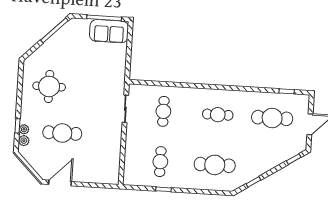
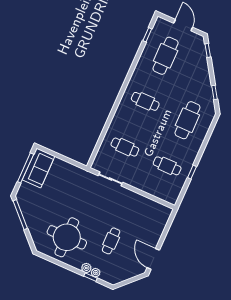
round table: (49, 86) -> (67, 237), width x1.36, depth x1.36
cafe table: (218, 115) -> (145, 101), turned 90
cafe table: (62, 133) -> (111, 241), width x0.73, depth x0.74
plant: (24, 141) -> (86, 268), moved

